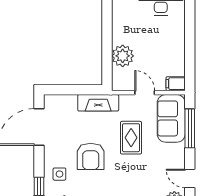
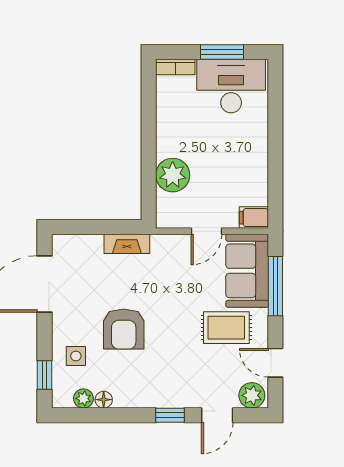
door: (145, 93) -> (206, 231), swing flipped
fireplace: (98, 103) -> (127, 244), width x0.73, depth x0.76
rug: (131, 138) -> (226, 328), moved, turned 90

